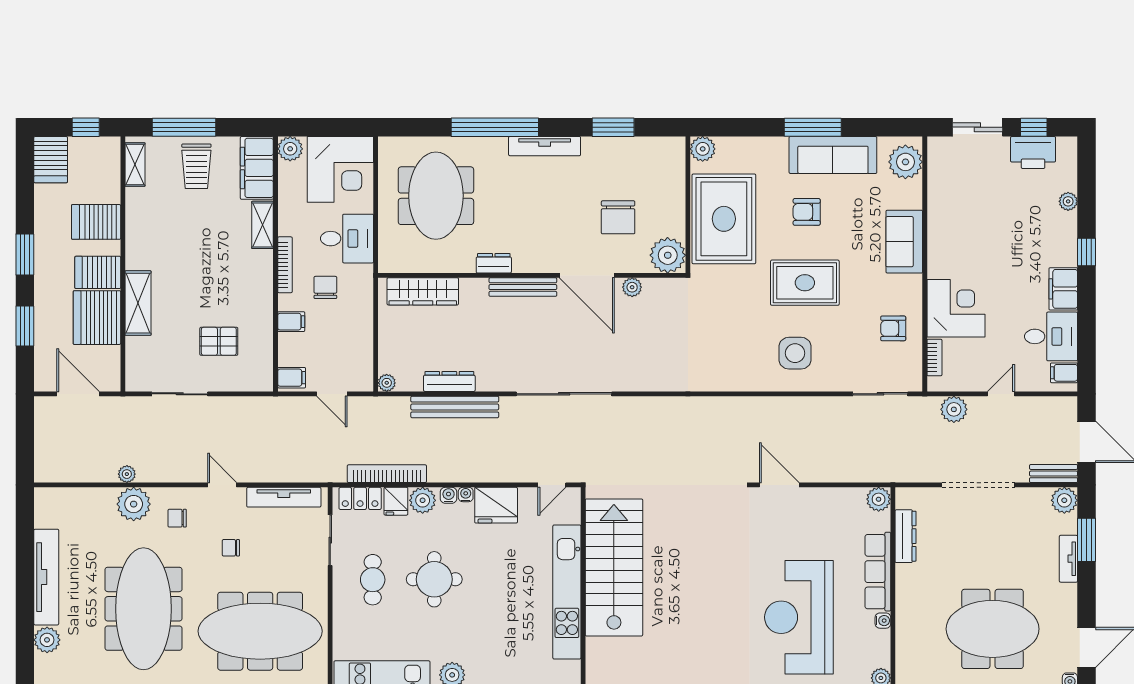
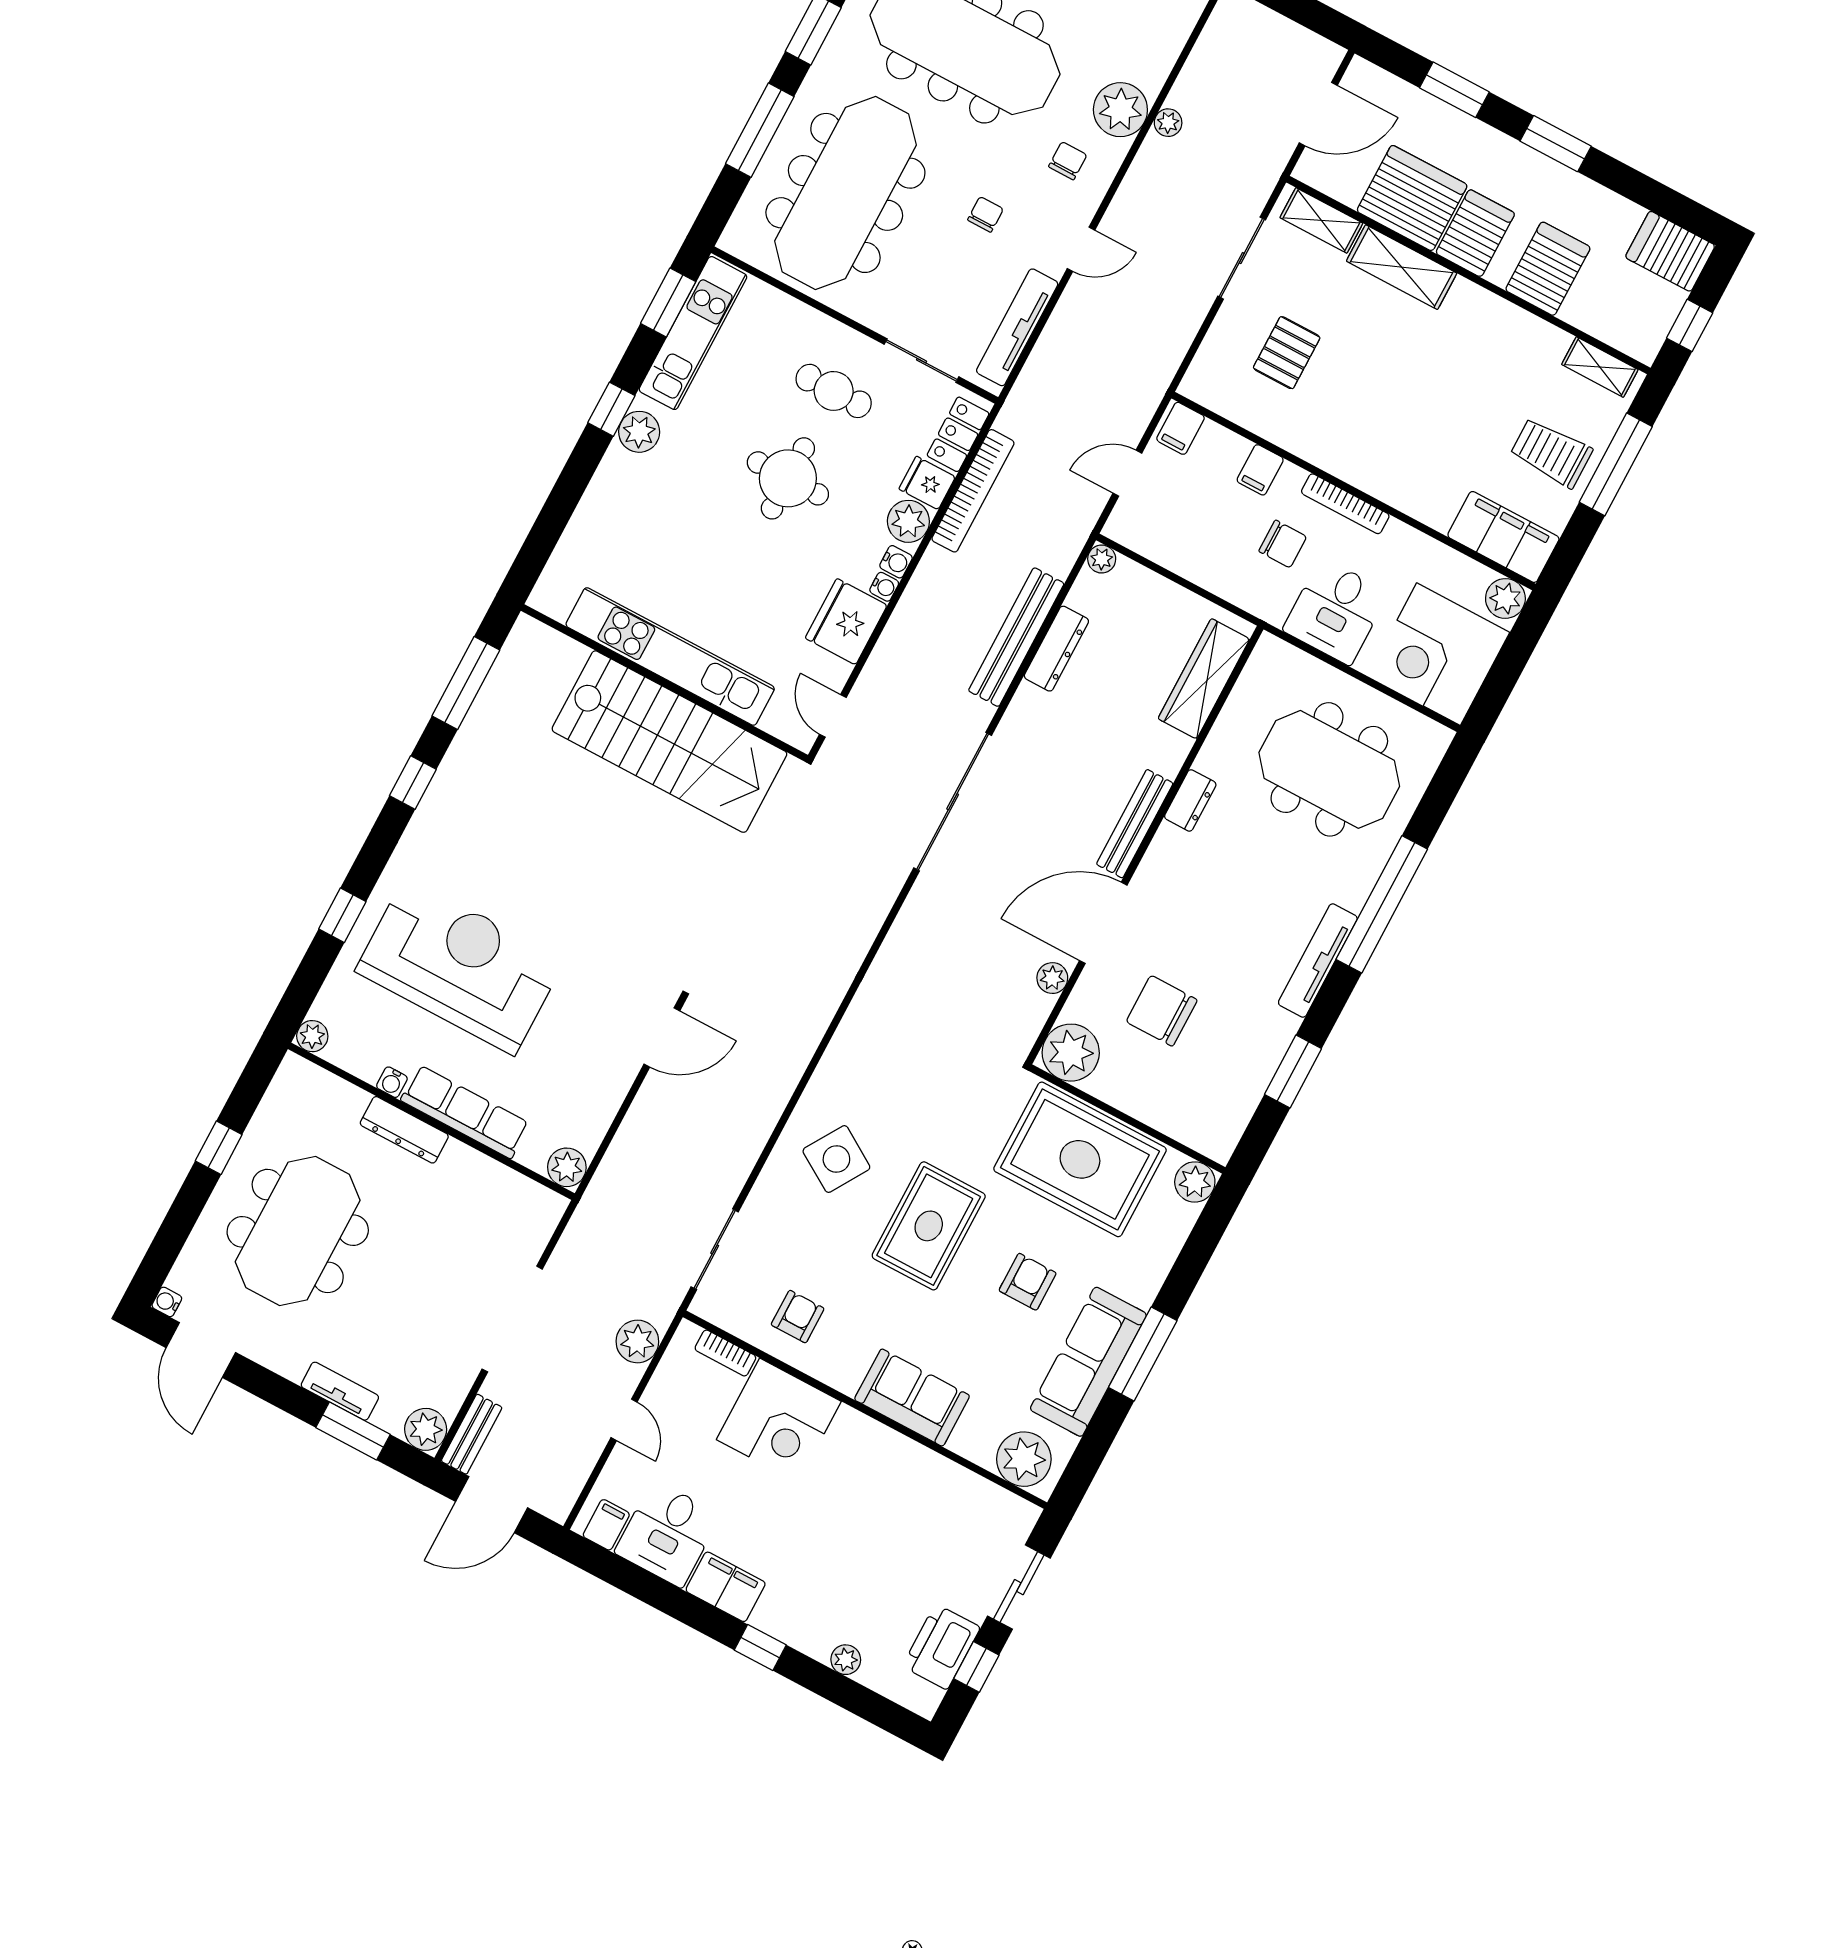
shelving: (263, 225) -> (1321, 220), moved
side table: (795, 353) -> (836, 1159), turned 32
dresser: (906, 536) -> (404, 1130), moved

